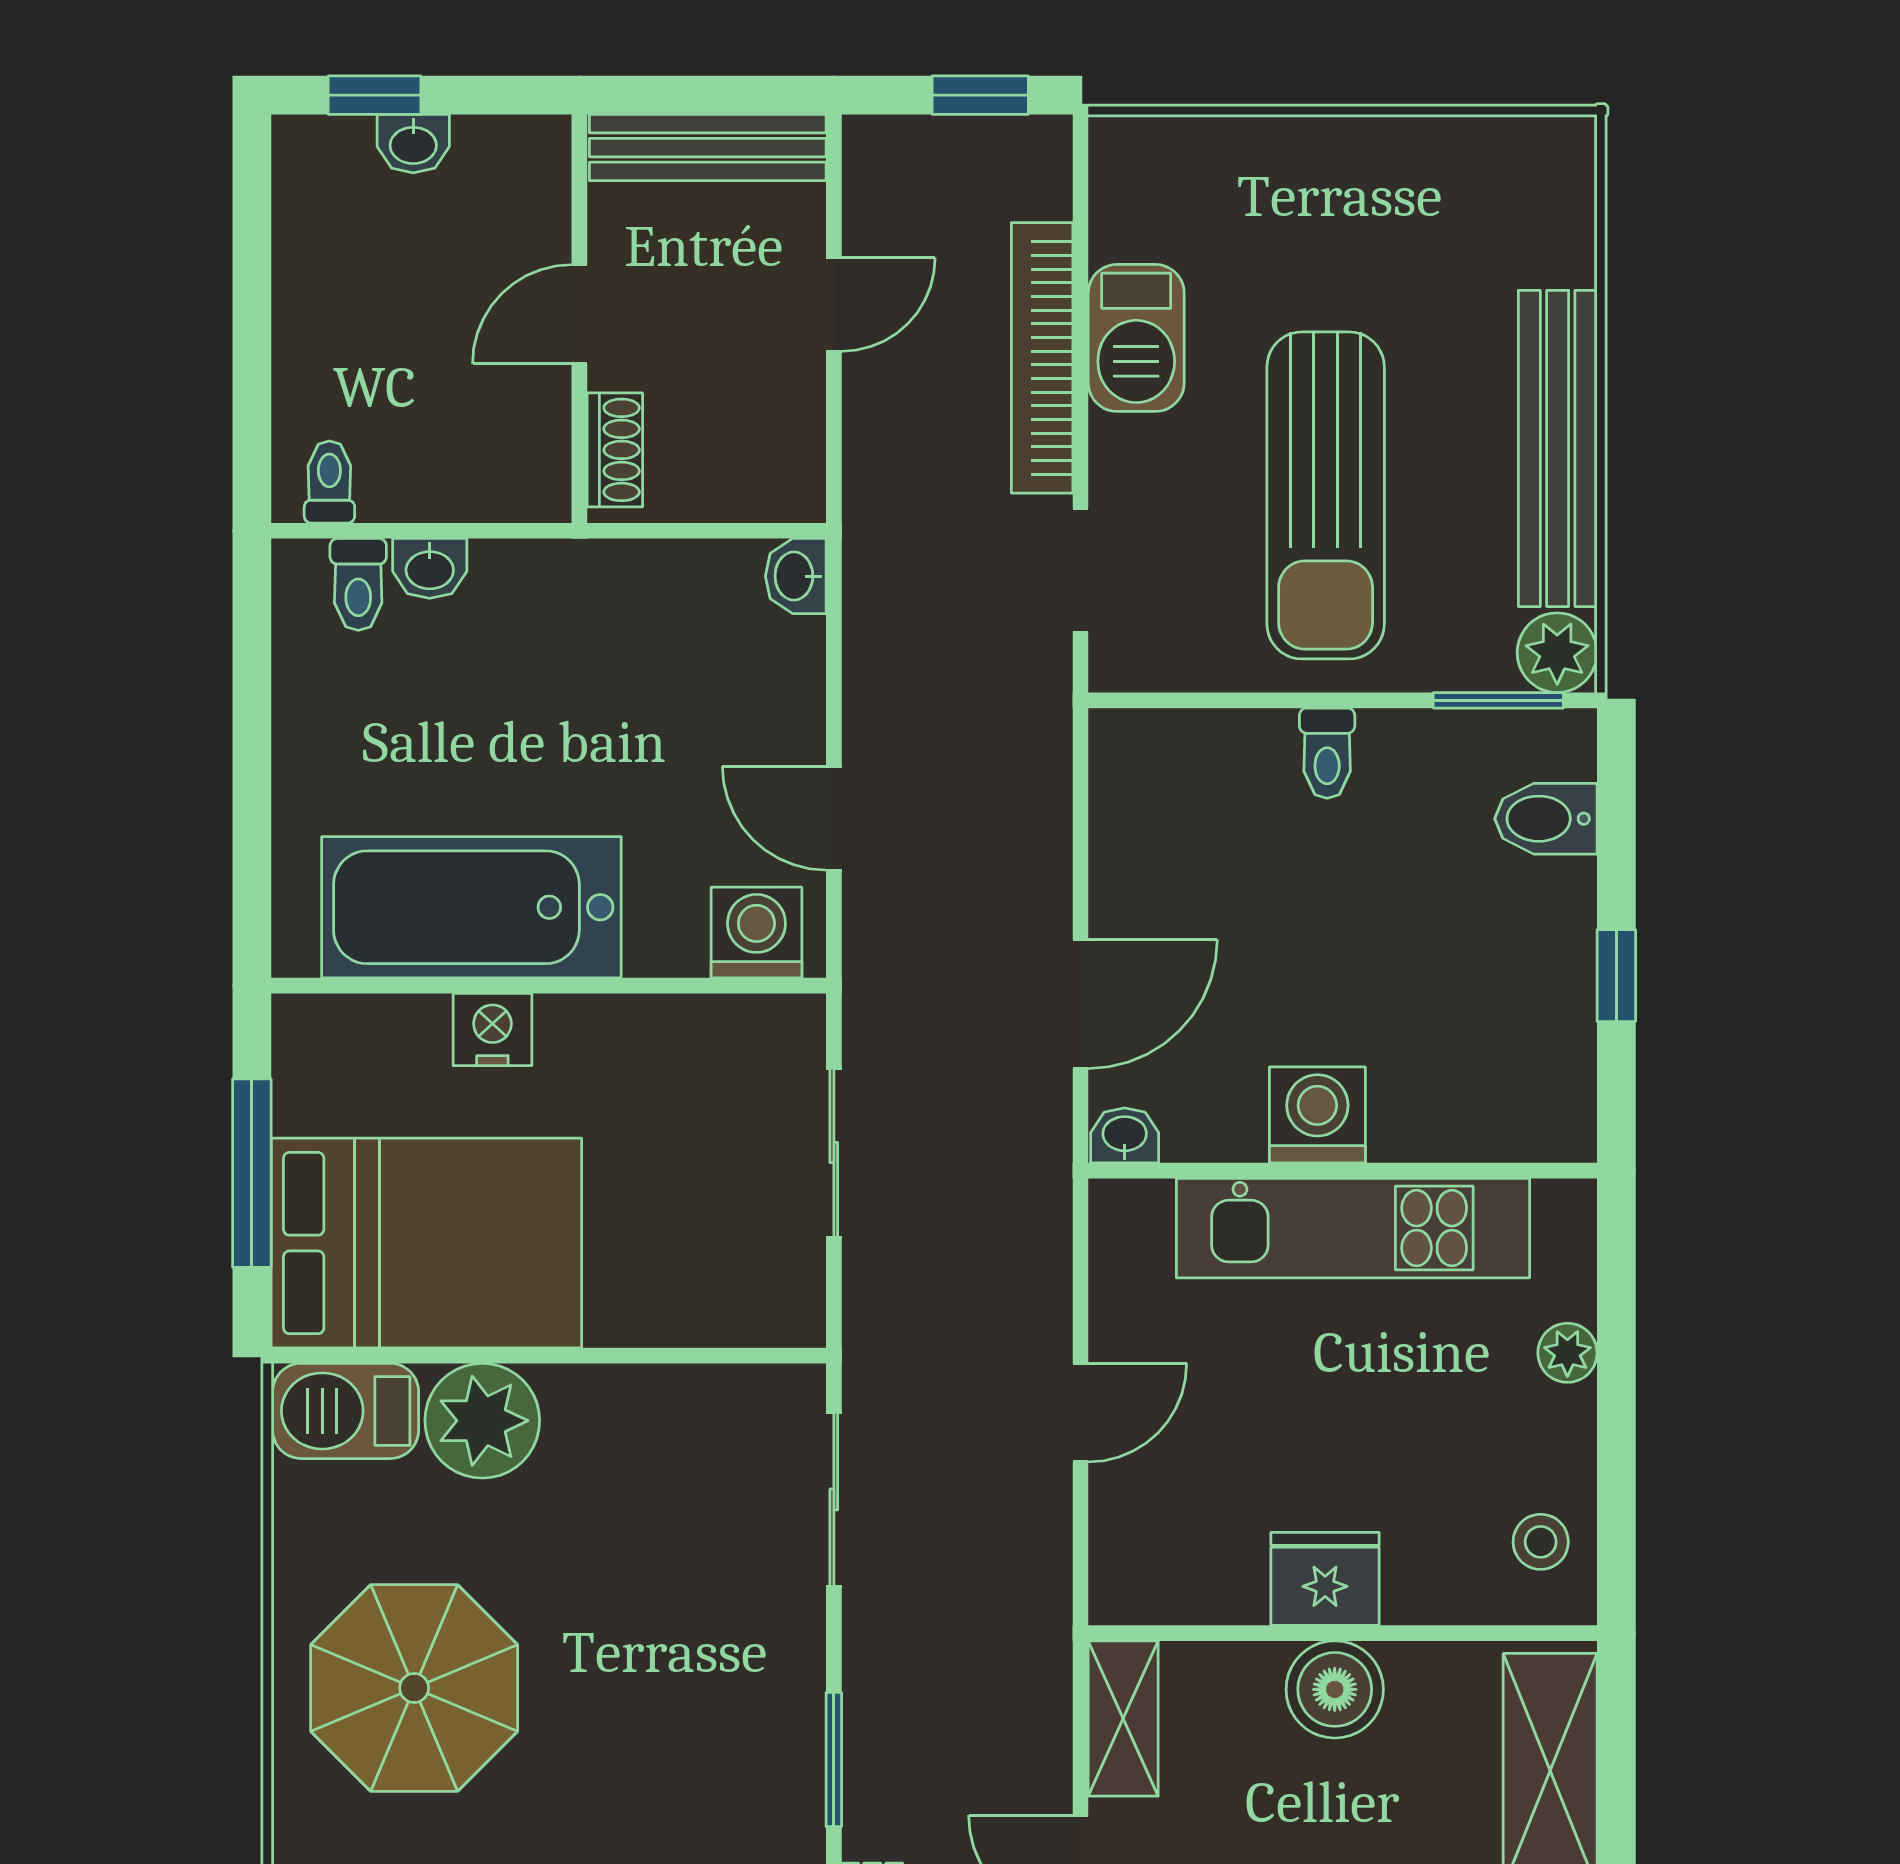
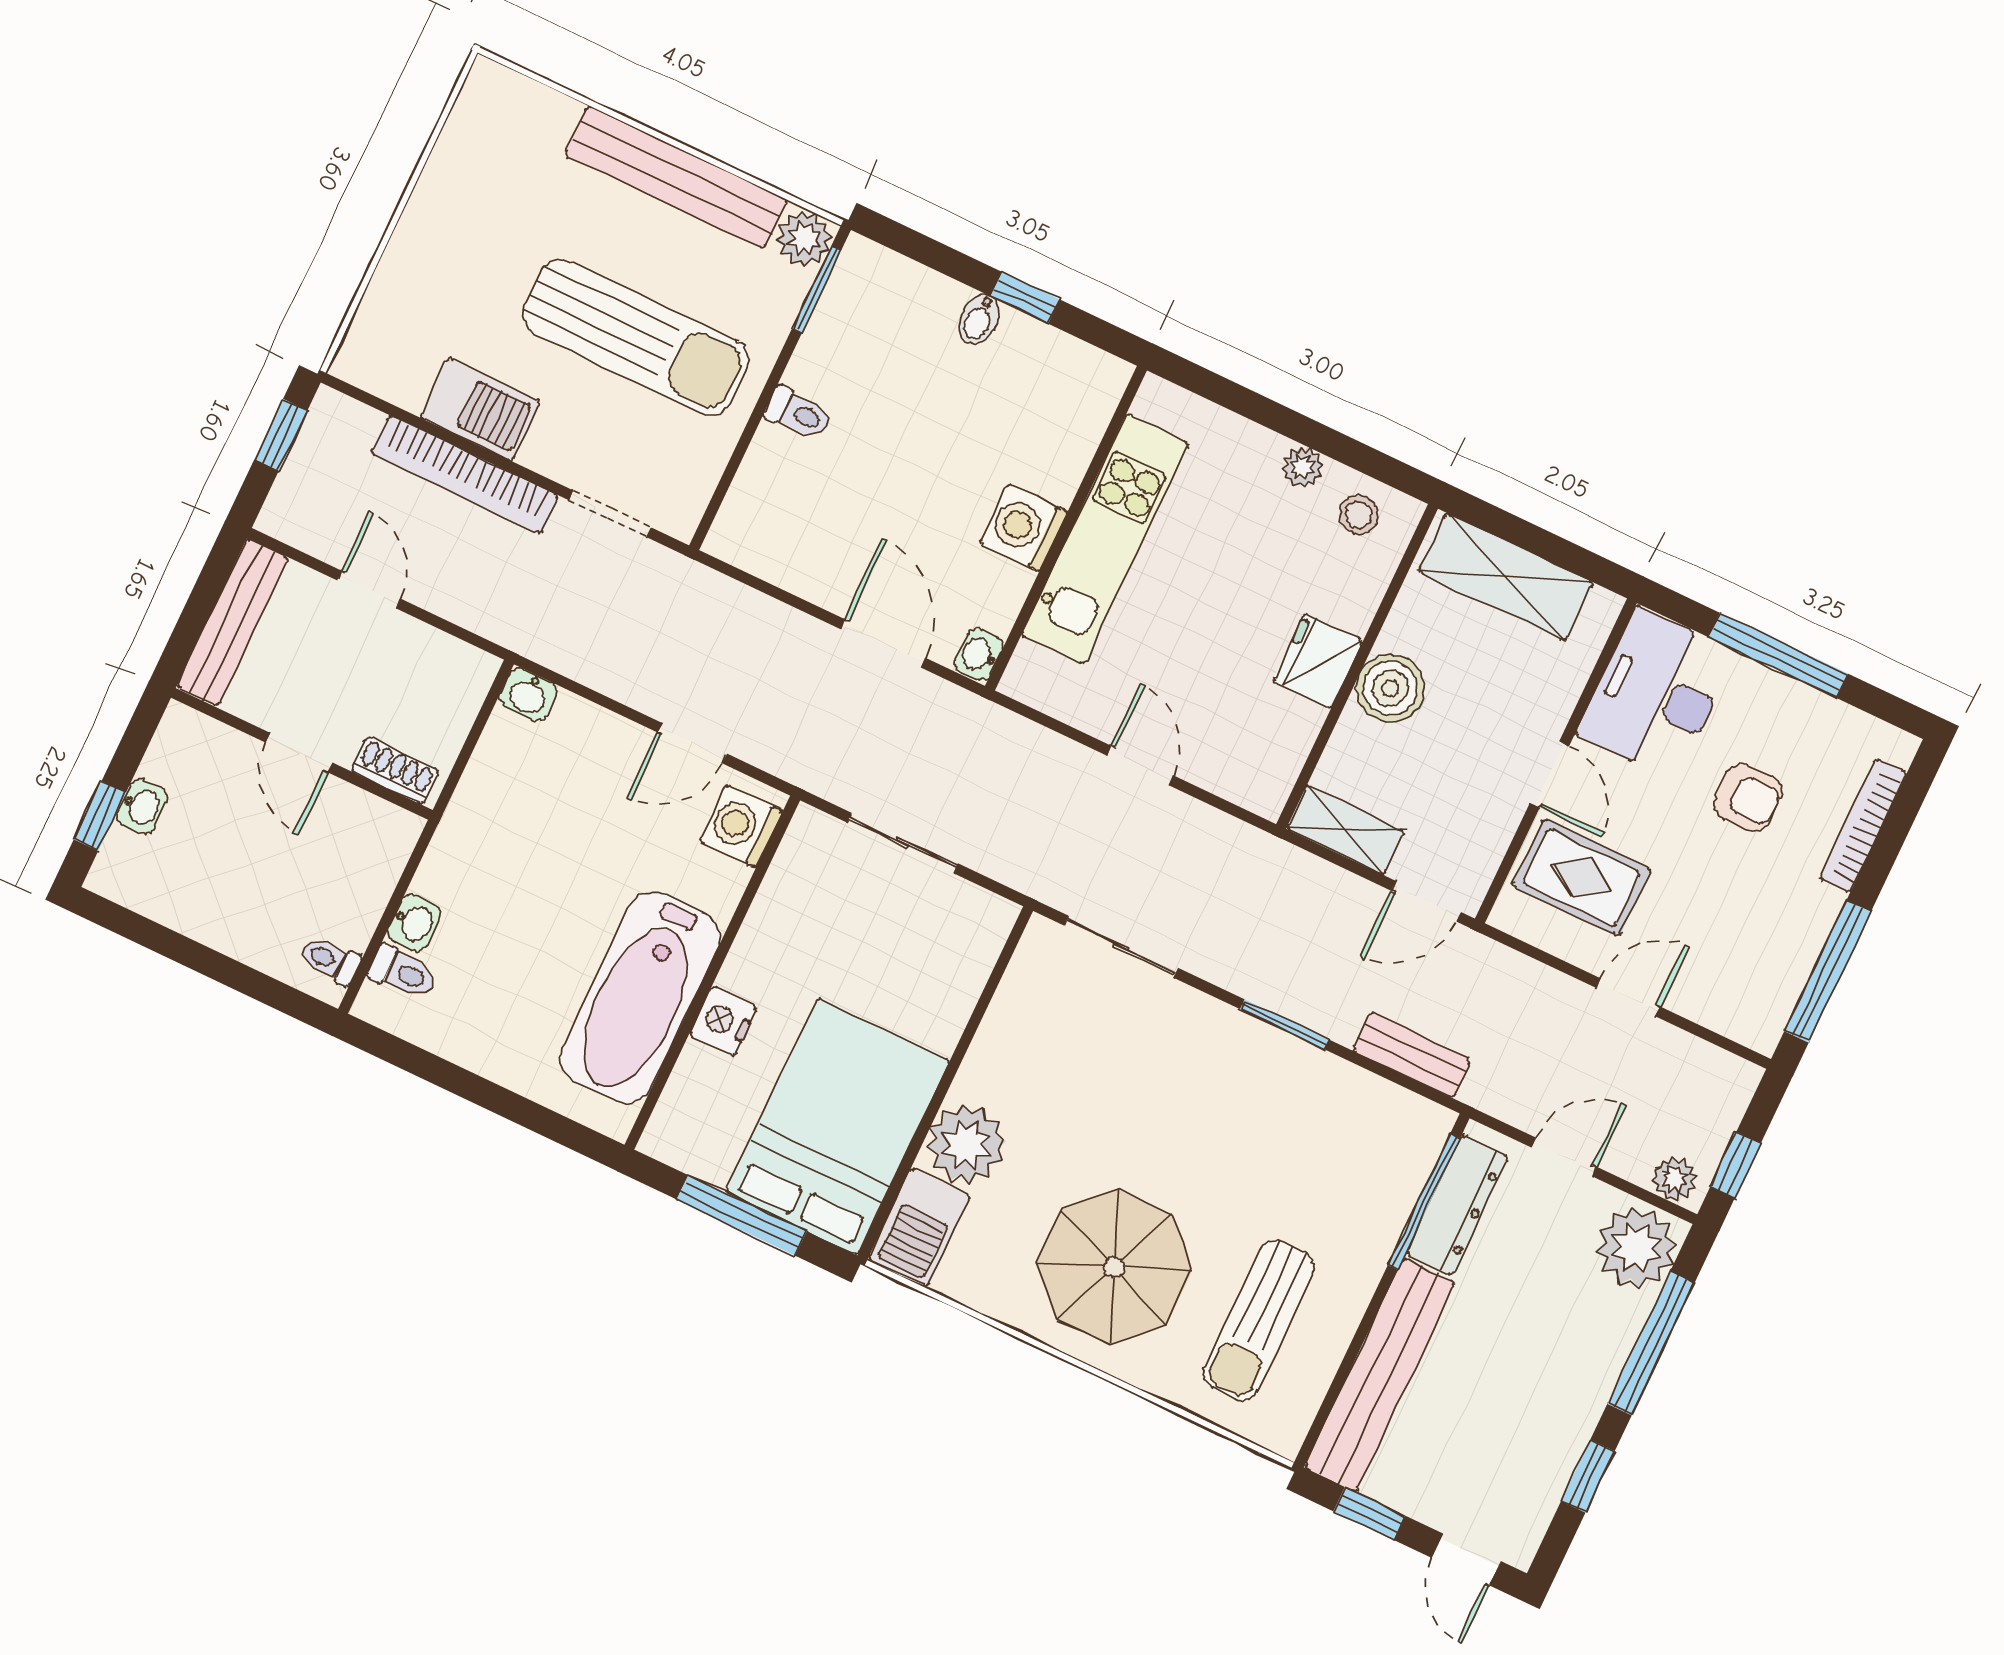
bidet: (1546, 819) -> (979, 320), moved, width x0.72, depth x0.74
plant: (1567, 1353) -> (1302, 467), moved

